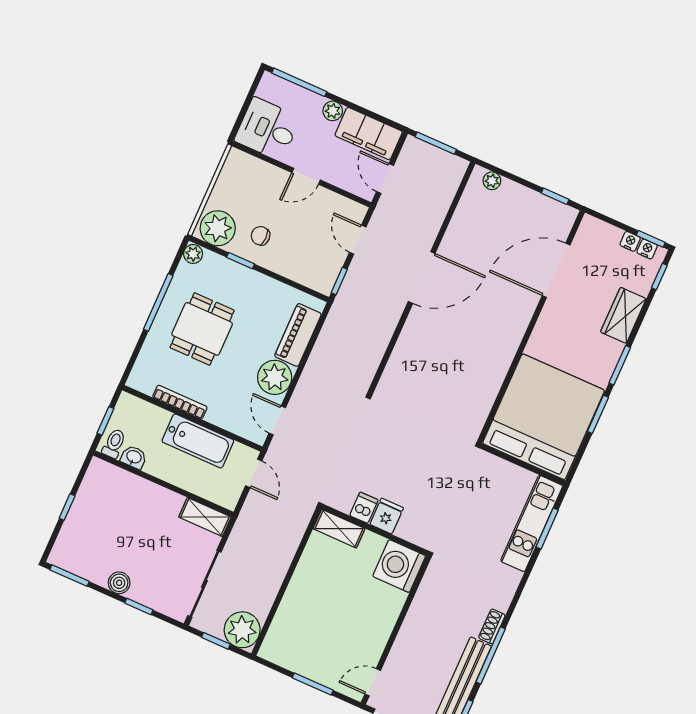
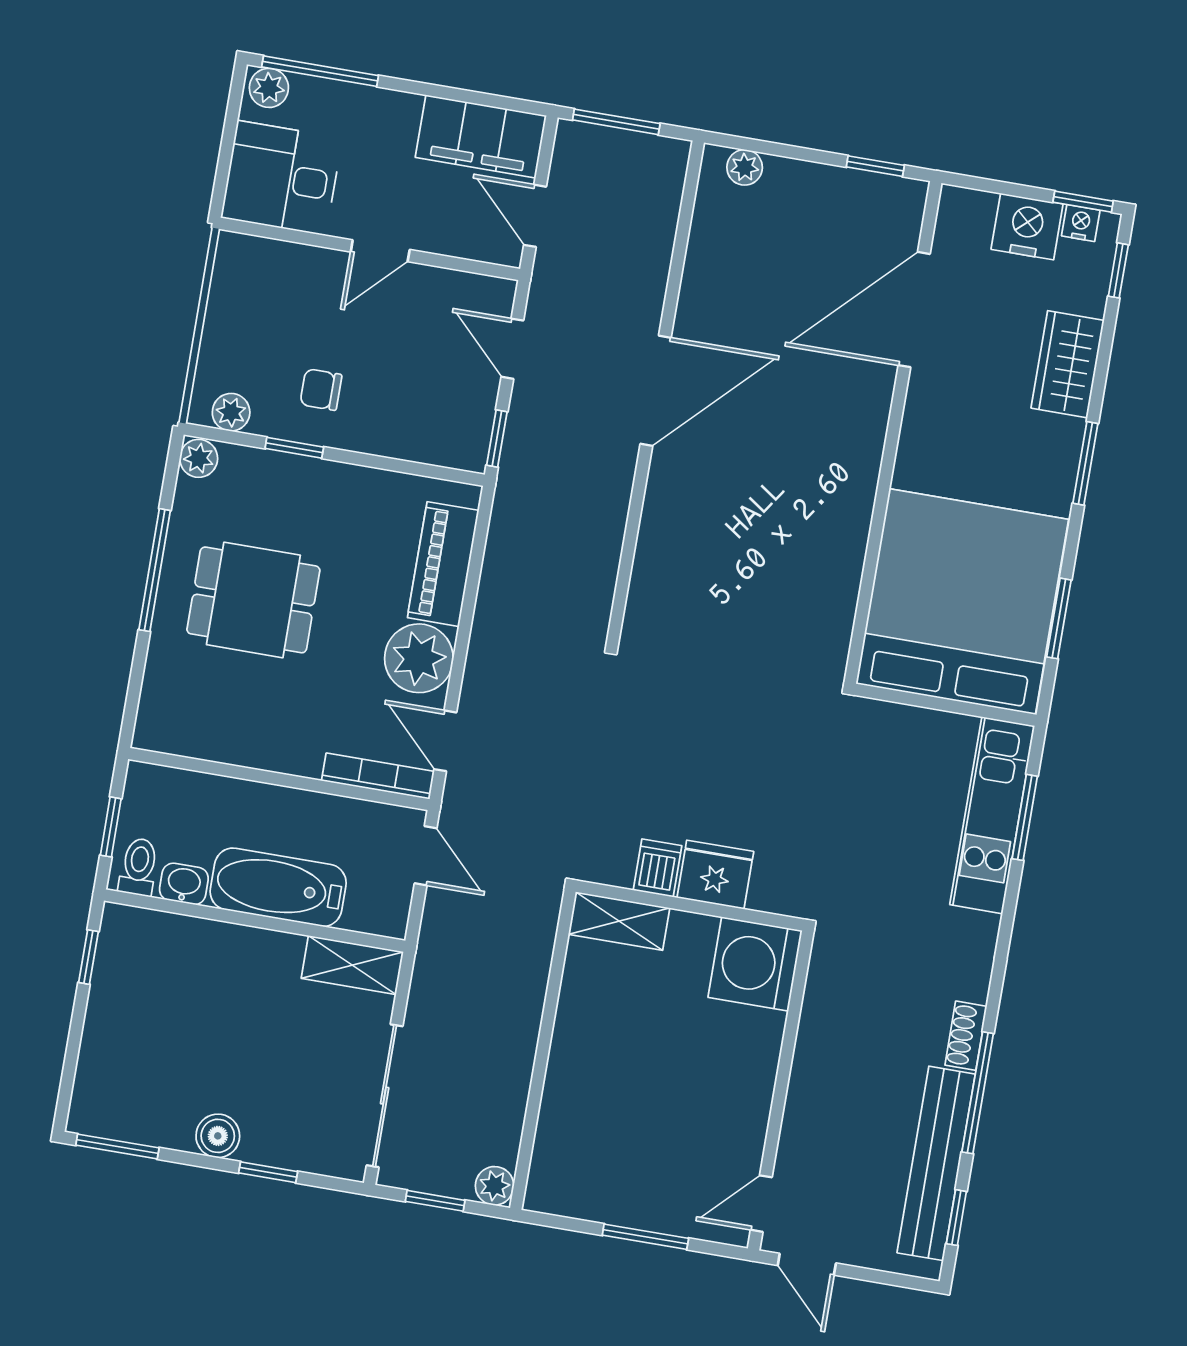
plant: (333, 111) -> (269, 88), moved
plant: (218, 228) -> (231, 412), width x0.53, depth x0.53
nightstand: (630, 241) -> (1027, 227), width x1.89, depth x1.79
dining table: (202, 329) -> (253, 600), turned 90
bookcase: (180, 402) -> (378, 776), moved
window: (598, 414) -> (1059, 618), moved
bathtub: (198, 441) -> (278, 887), moved, turned 180
window: (67, 507) -> (88, 957), moved
fridge: (387, 516) -> (715, 875), width x1.38
plant: (242, 630) -> (495, 1186), width x0.53, depth x0.53

